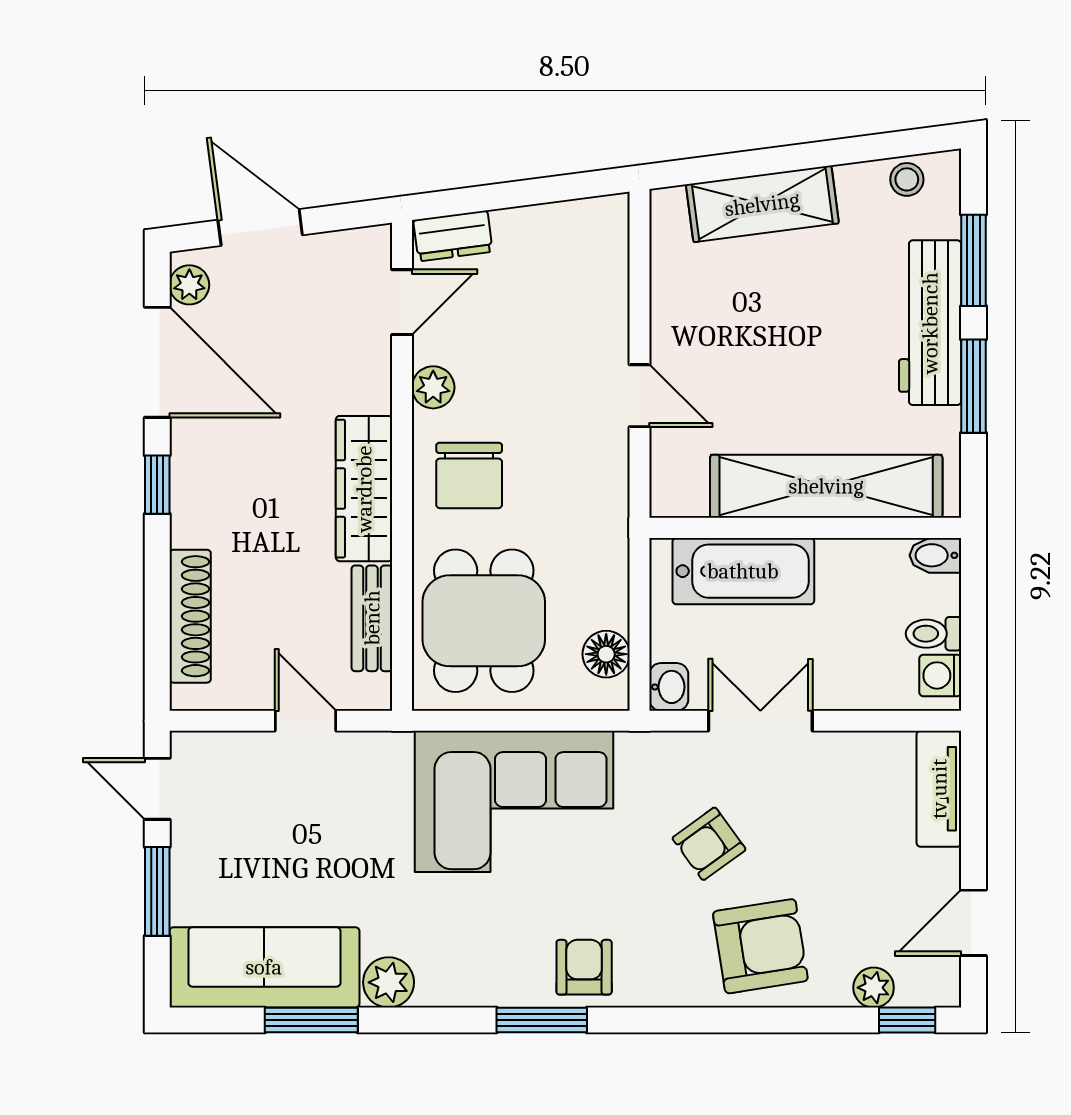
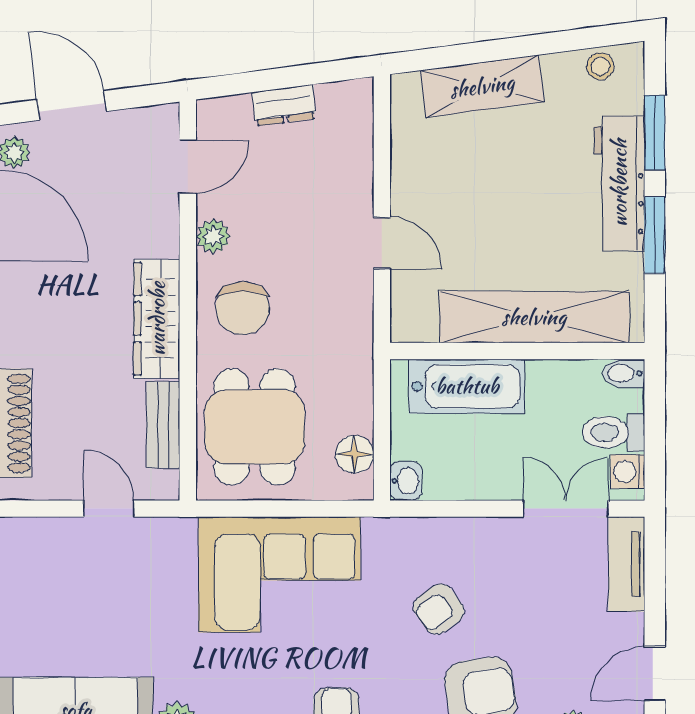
dresser: (453, 236) -> (284, 105), moved
toilet: (934, 634) -> (613, 432), width x1.37, depth x1.39
double door: (760, 721) -> (566, 509), moved

